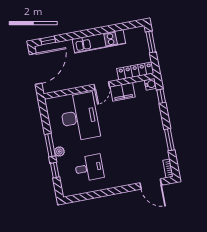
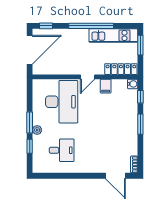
window: (96, 32) -> (91, 26), added
kitchen unit: (99, 41) -> (113, 36), moved
filing cabinet: (123, 92) -> (106, 86), width x0.50
window: (169, 140) -> (140, 124), moved

